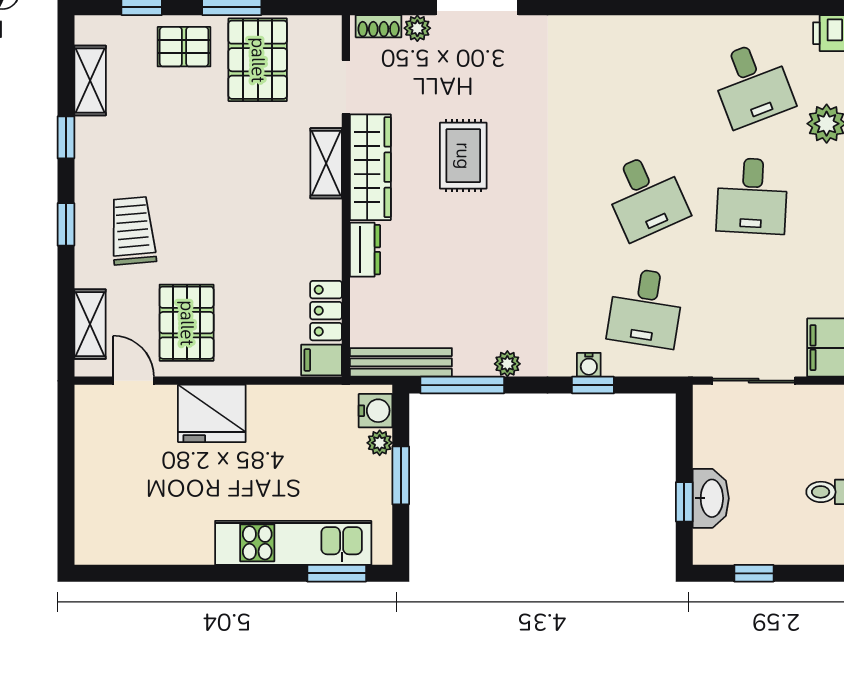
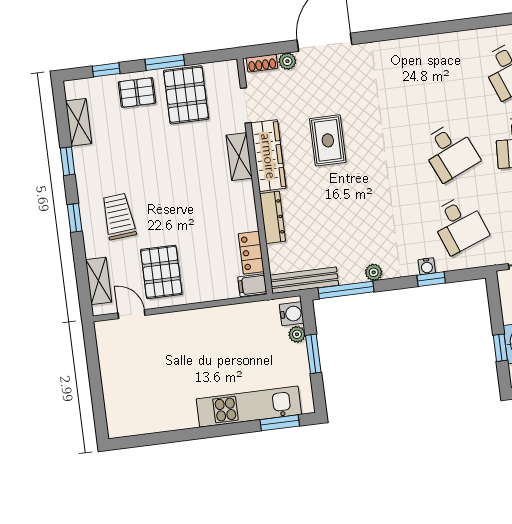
dresser: (365, 250) -> (273, 217), width x1.44
desk: (646, 308) -> (459, 225), turned -30
fridge: (212, 413) -> (185, 329), removed

